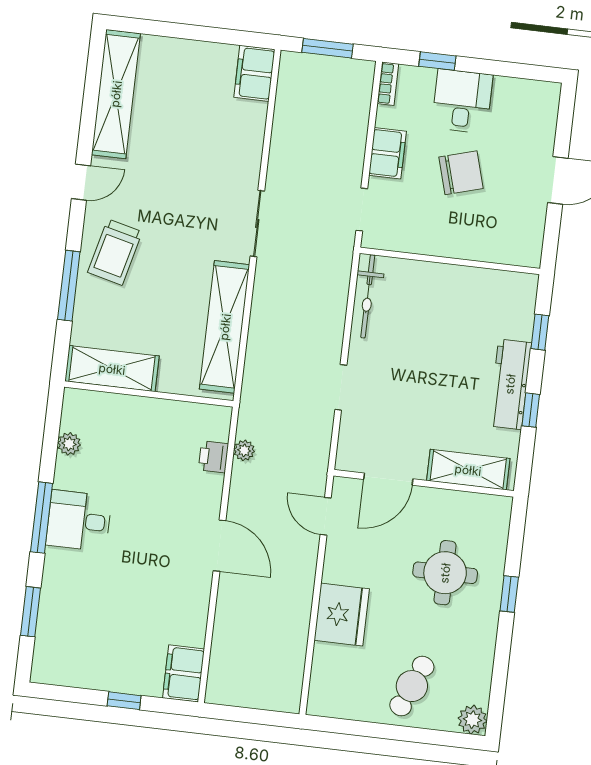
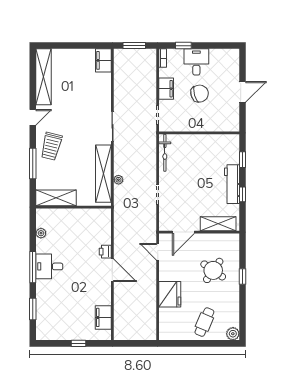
plant: (244, 450) -> (118, 180), moved
printer: (213, 457) -> (105, 252), moved
round table: (445, 573) -> (213, 270), turned 35
filing cabinet: (184, 673) -> (103, 317), moved

